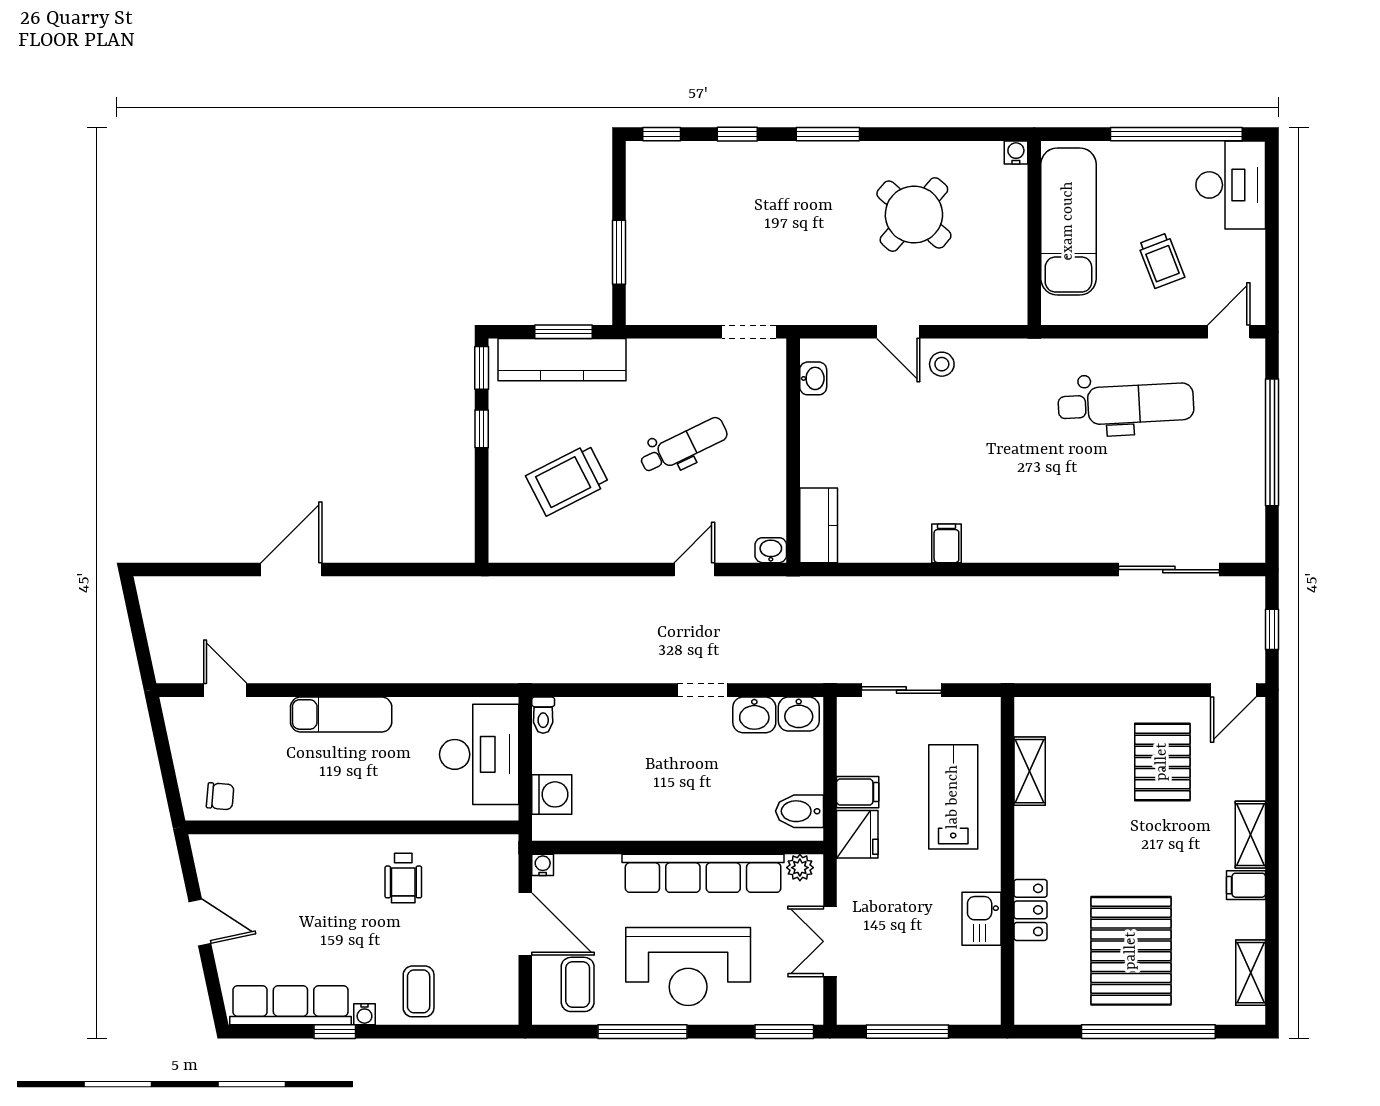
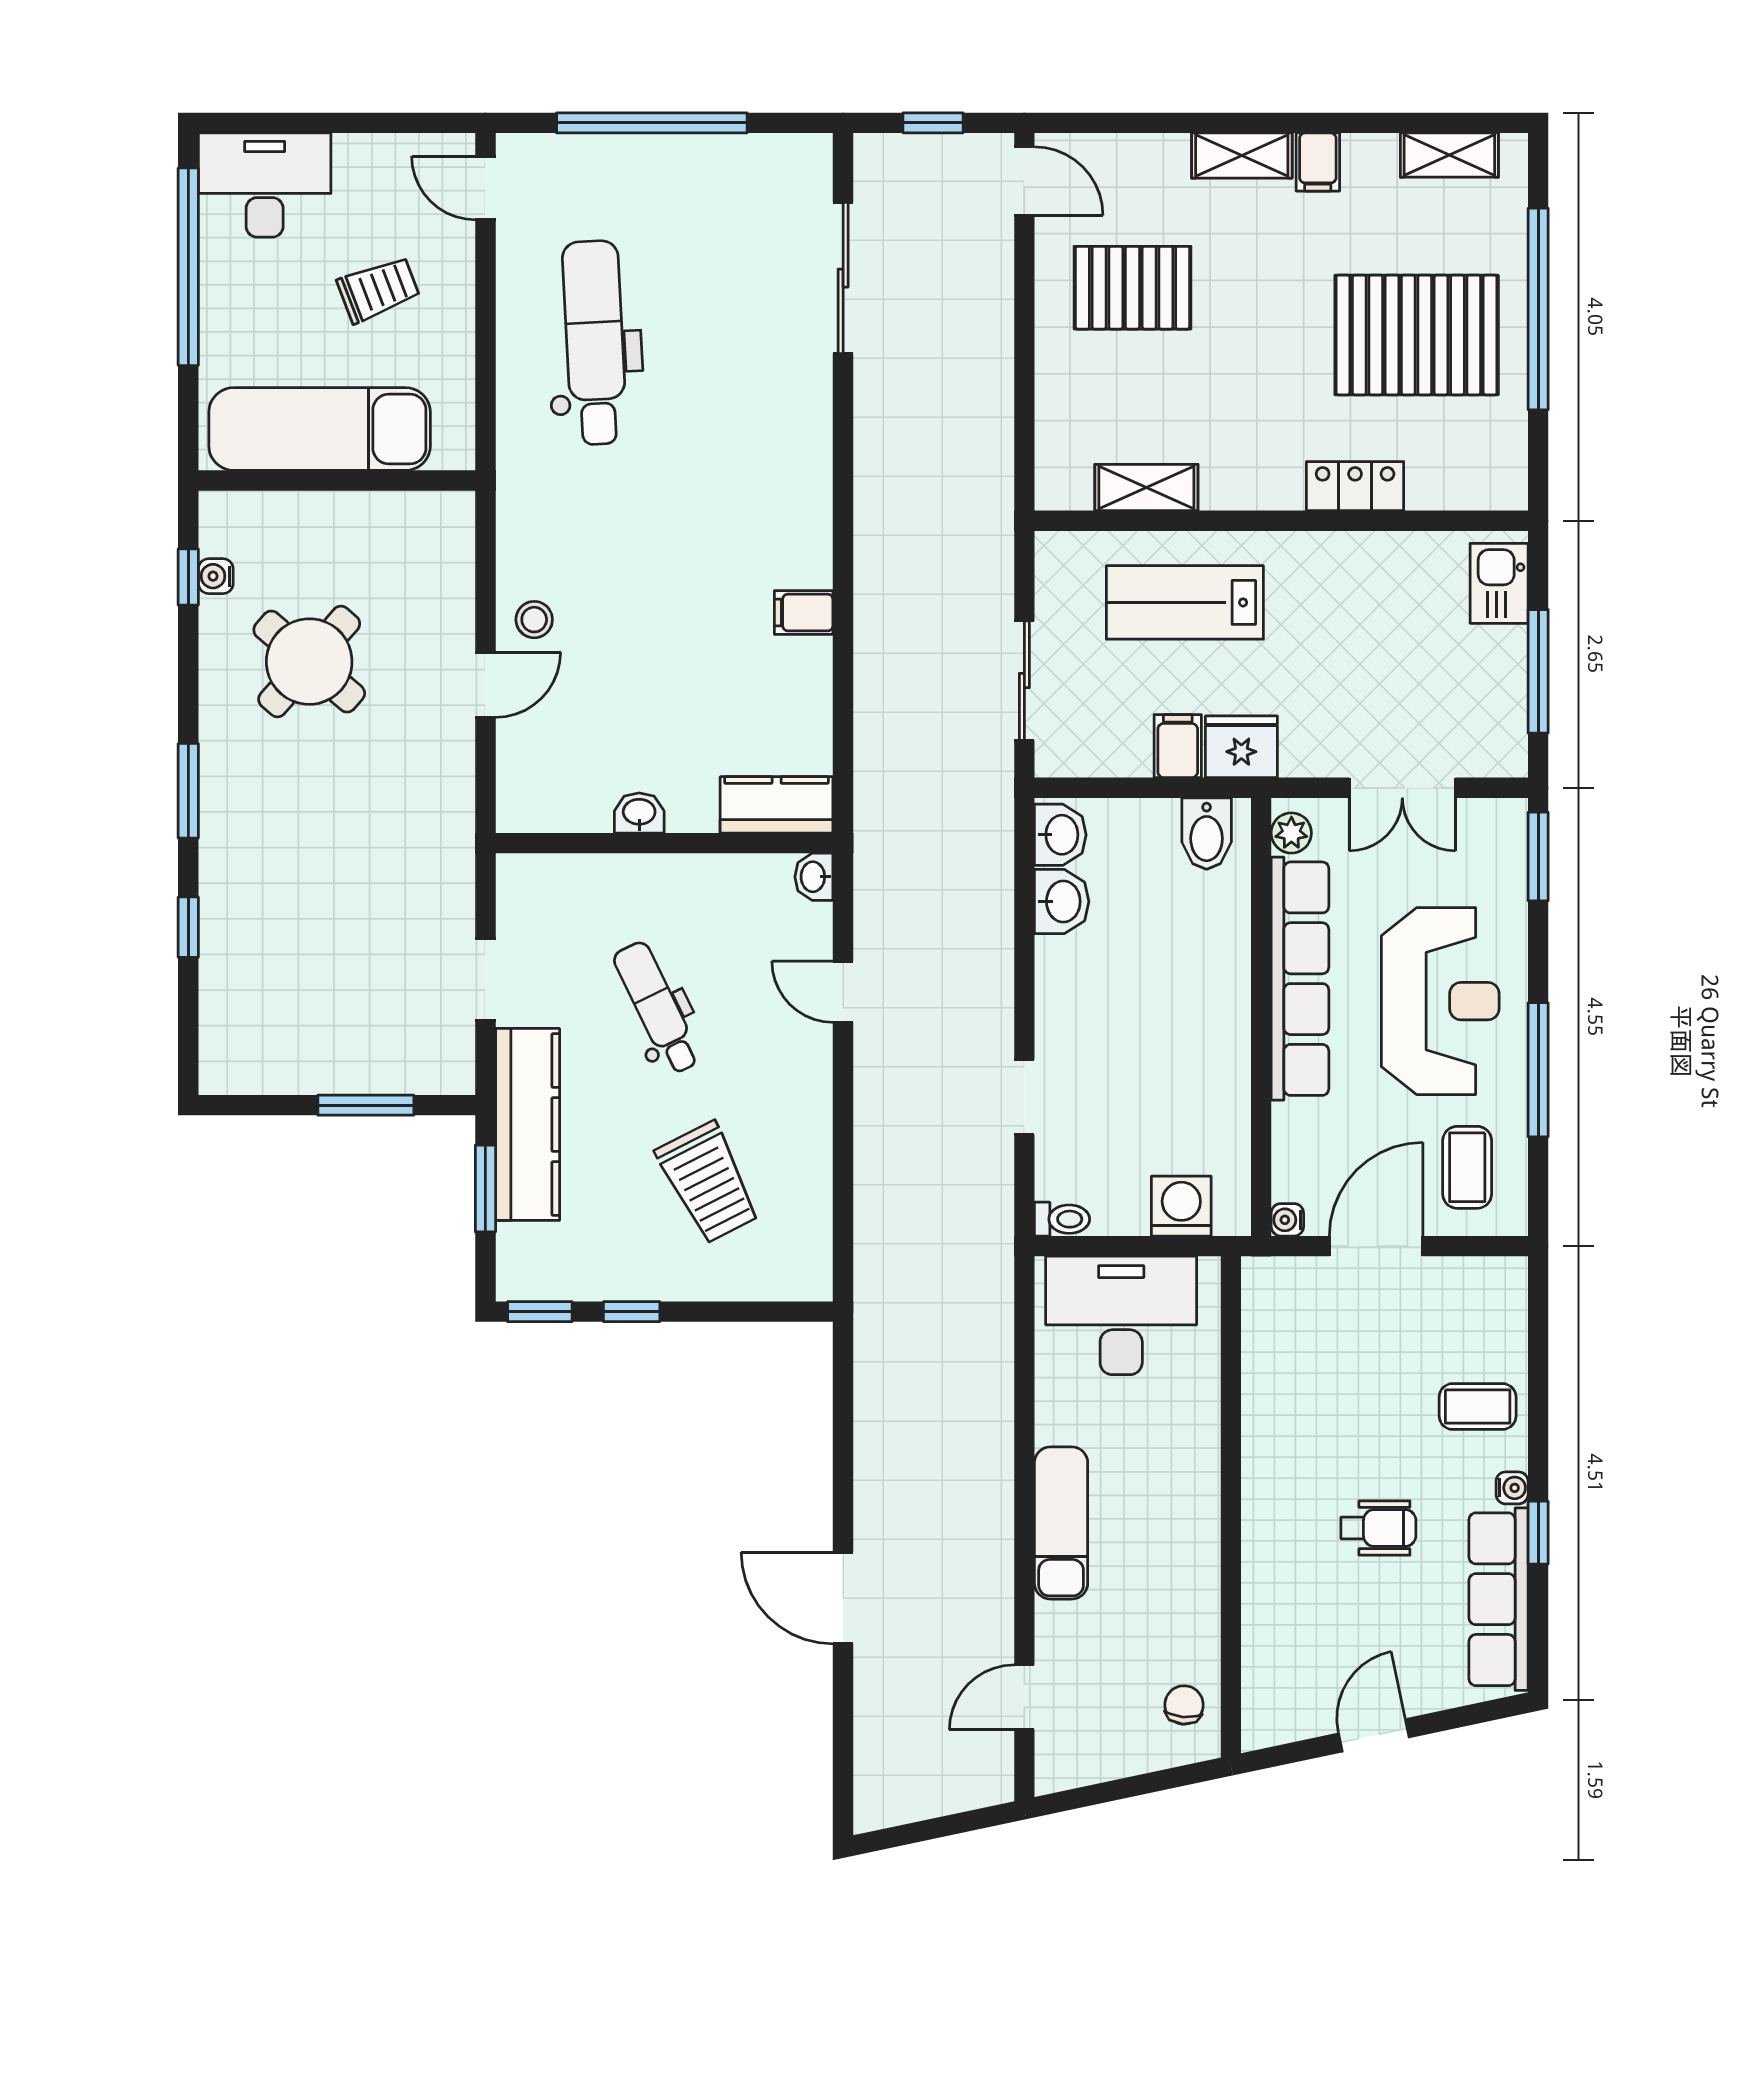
window: (662, 134) -> (188, 577), moved
water cooler: (1016, 152) -> (216, 576), moved
doorway: (749, 332) -> (485, 980), moved
kitchen counter: (562, 360) -> (528, 1124), moved
washbasin: (813, 378) -> (639, 813), moved
doorway: (702, 690) -> (1024, 1097), moved
wheelchair: (403, 878) -> (1378, 1528), moved
kitchen sink: (981, 919) -> (1499, 583), moved, turned 90
coffee table: (578, 984) -> (1467, 1167), turned 90

